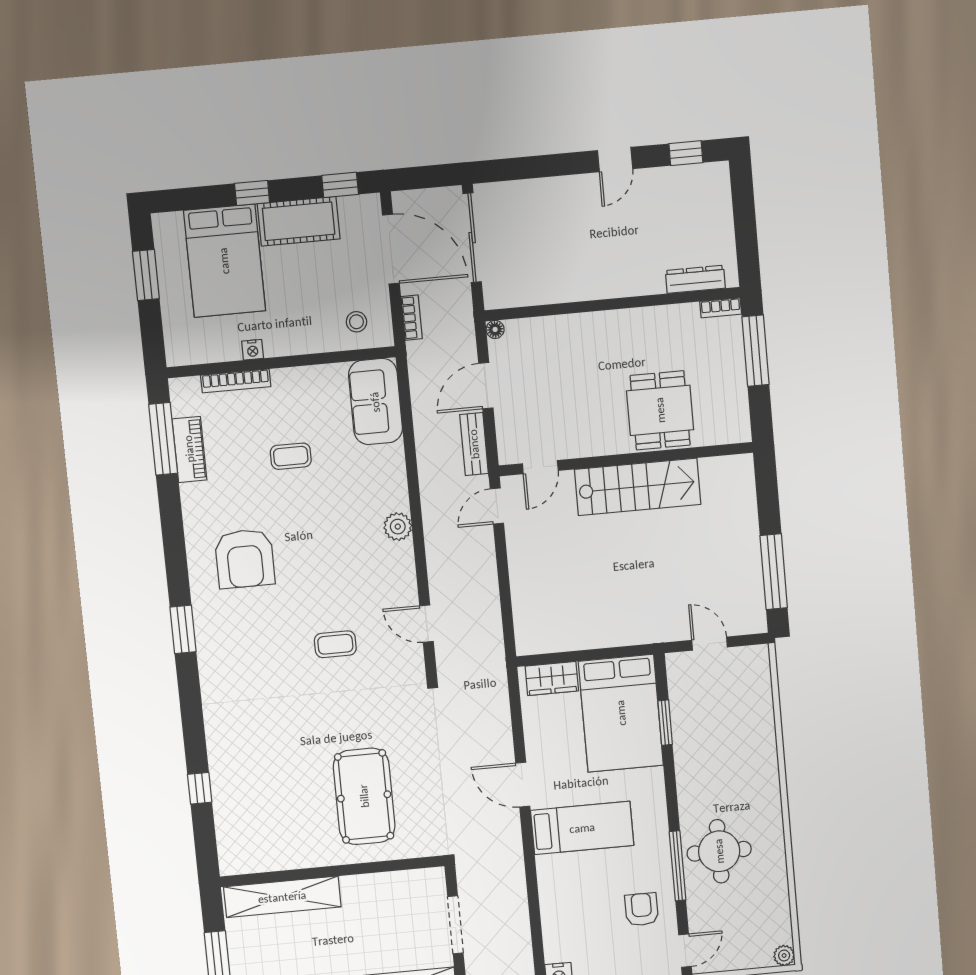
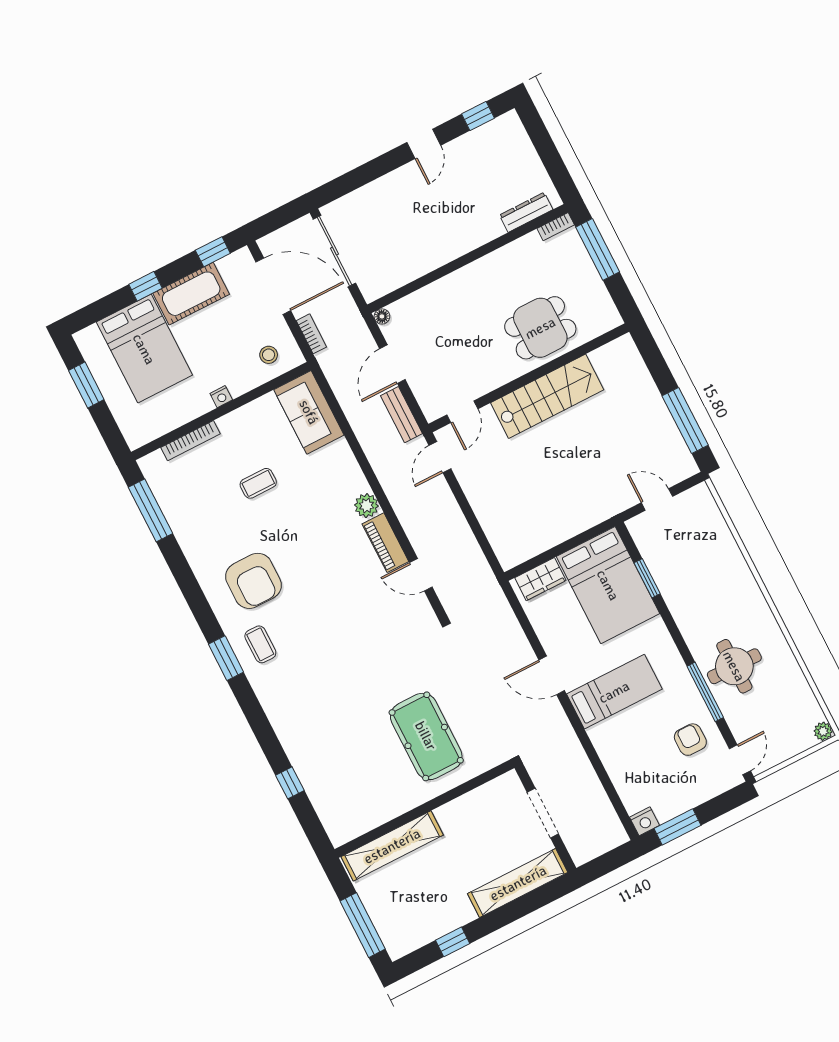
nightstand: (253, 350) -> (221, 397), moved
dining table: (660, 410) -> (540, 328), turned 90
piano: (189, 449) -> (385, 543), moved, turned 180
coffee table: (335, 644) -> (260, 644), moved, turned 90

